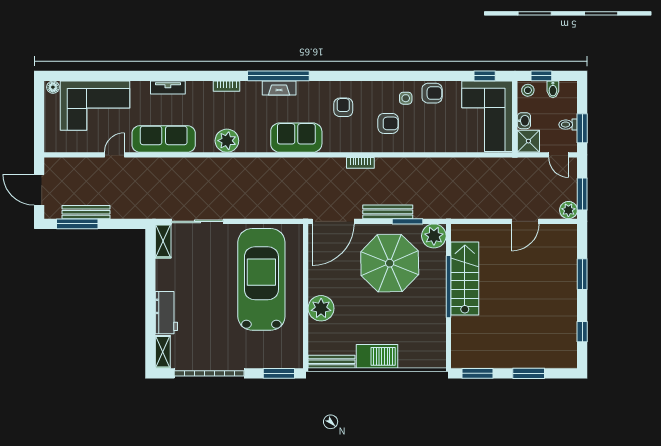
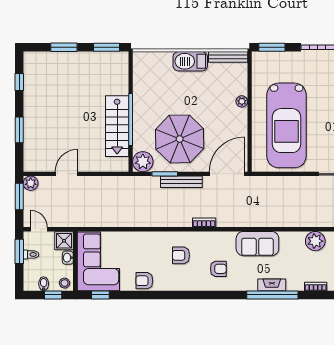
side table: (406, 98) -> (166, 276), removed
armchair: (343, 107) -> (218, 269), turned -90
plant: (321, 308) -> (242, 101), width x0.53, depth x0.53

